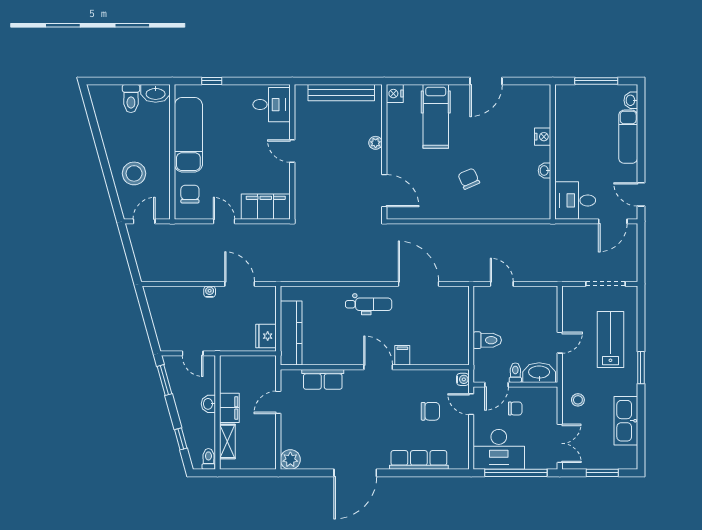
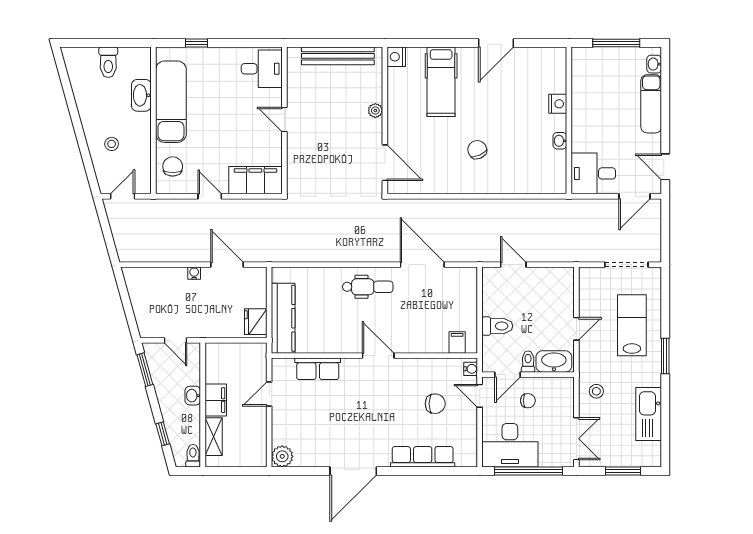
washbasin: (156, 93) -> (141, 95), moved, turned 90
stool: (134, 173) -> (112, 144), width x0.53, depth x0.53
filing cabinet: (402, 355) -> (457, 343), moved

